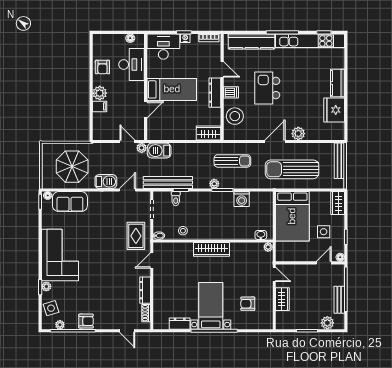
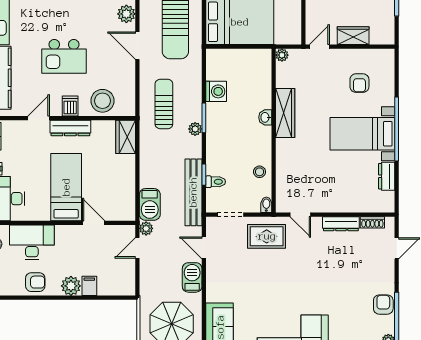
washbasin: (261, 235) -> (265, 117), moved
wardrobe: (212, 249) -> (285, 113), moved

